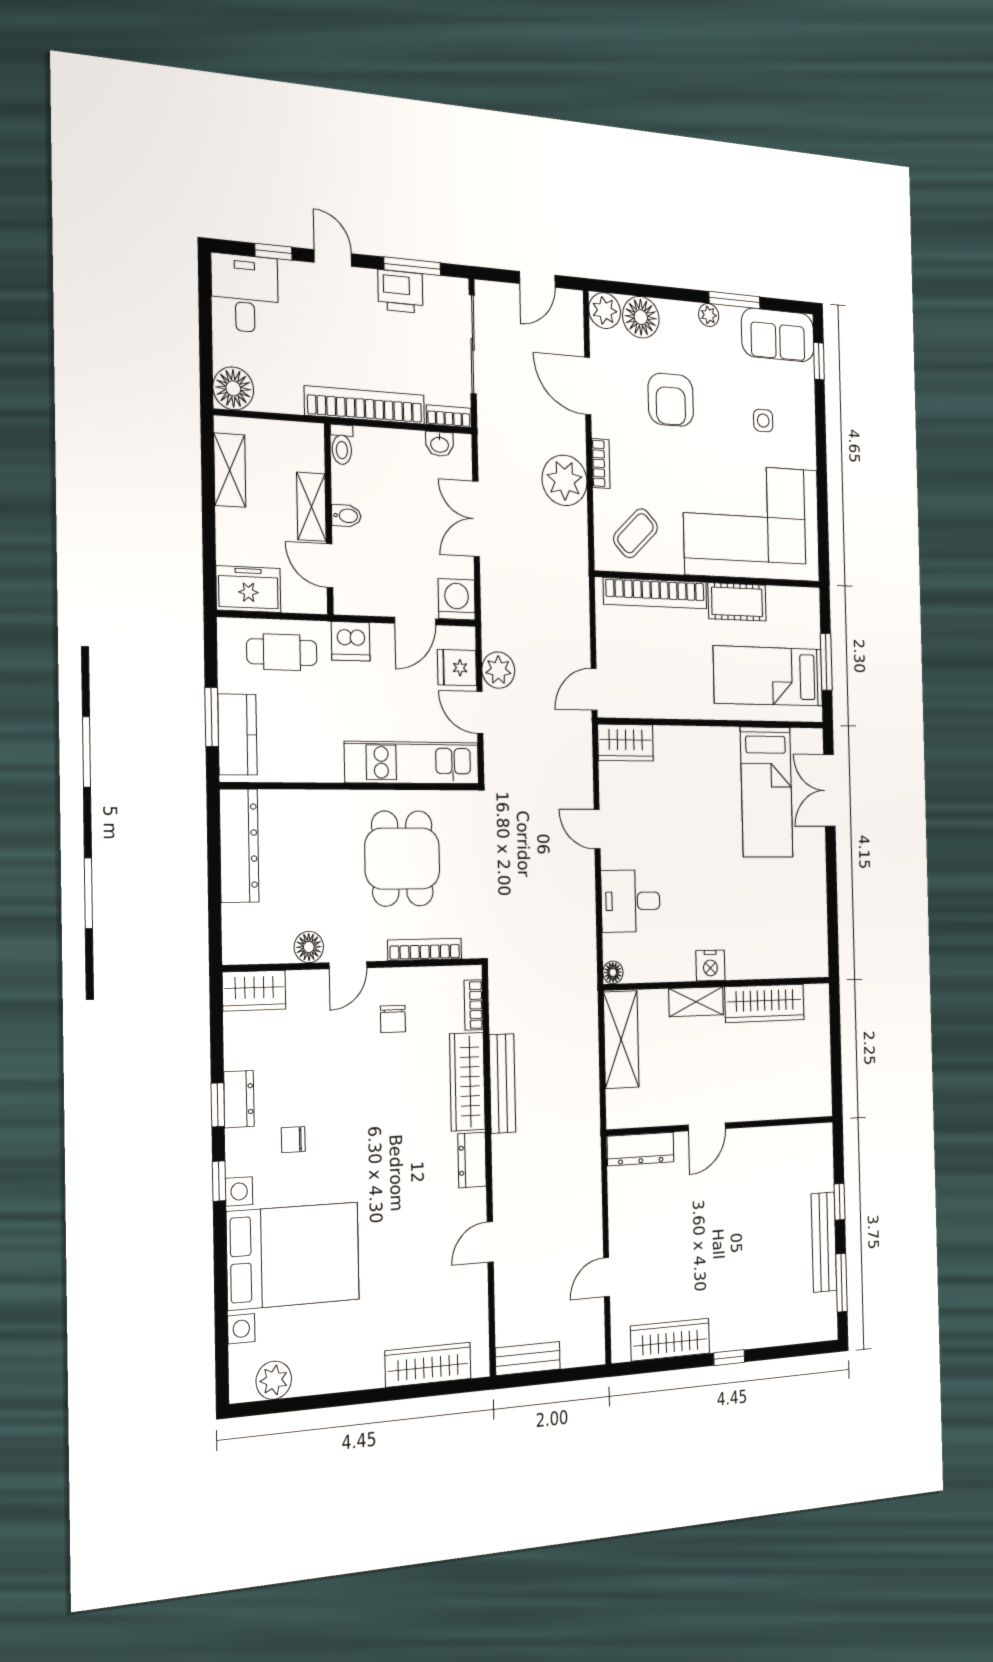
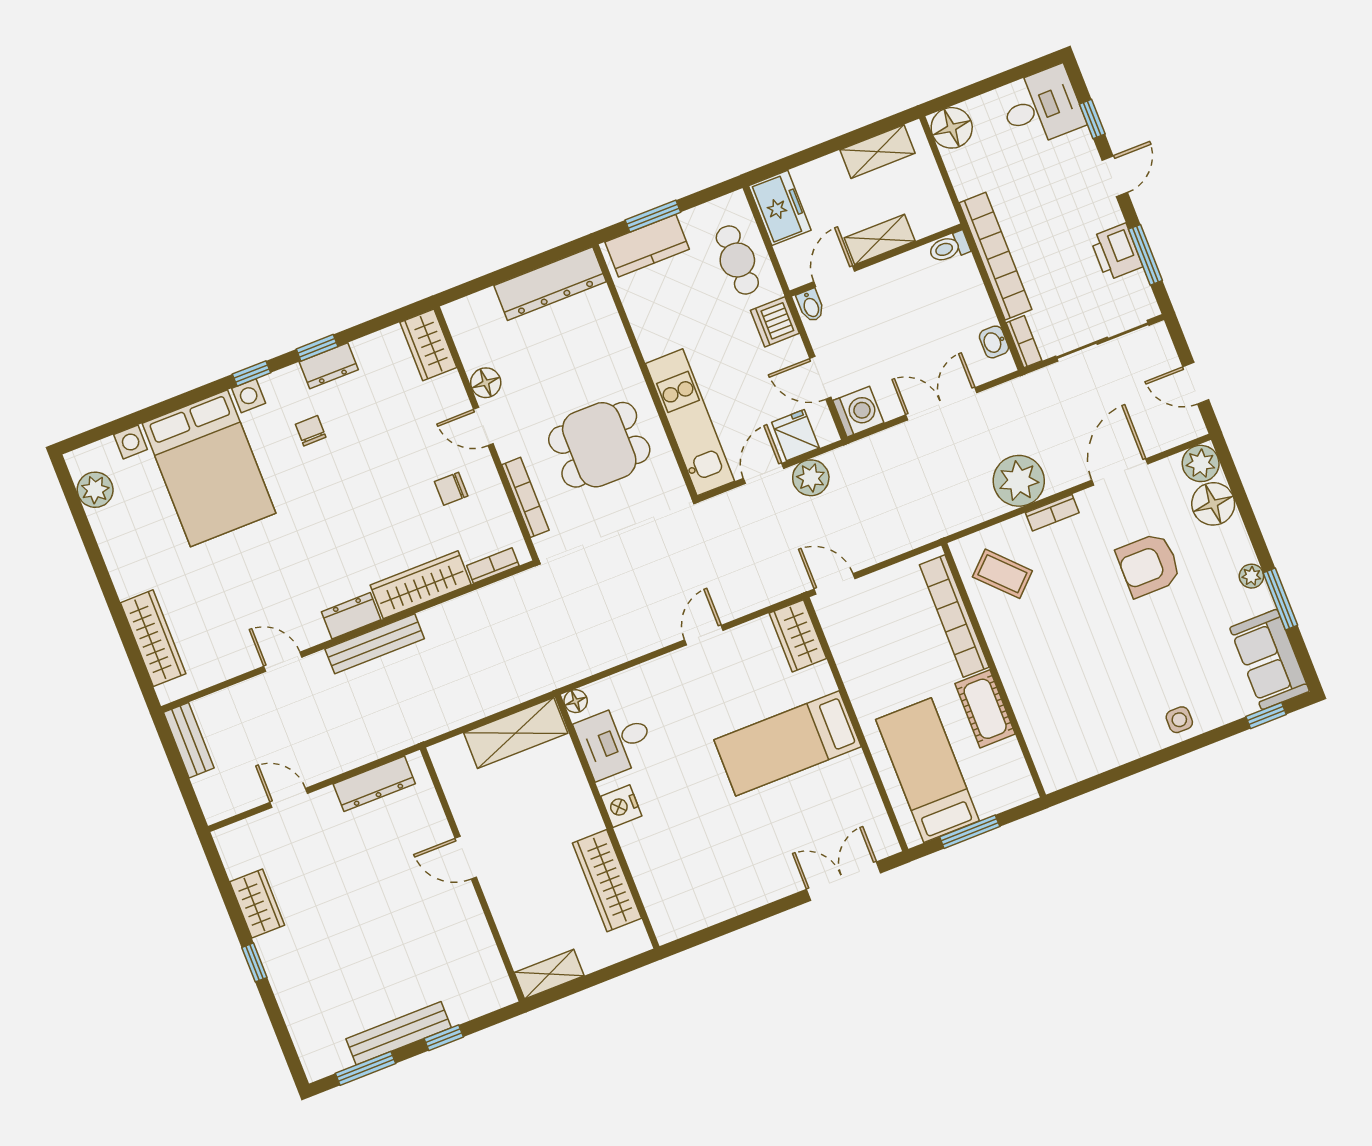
side table: (763, 421) -> (1179, 720), moved
bidet: (346, 516) -> (811, 305), moved
corner sofa: (752, 522) -> (1070, 697), removed
bed: (767, 792) -> (788, 743), moved
desk: (631, 901) -> (615, 741), moved, turned -90
shelving: (696, 1002) -> (549, 974), moved, turned 90
bench: (502, 1083) -> (375, 644), moved
dresser: (641, 1149) -> (374, 784), moved, turned -90
wardrobe: (670, 1340) -> (257, 903), width x0.67

